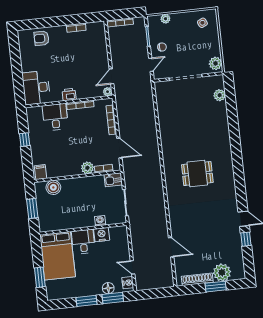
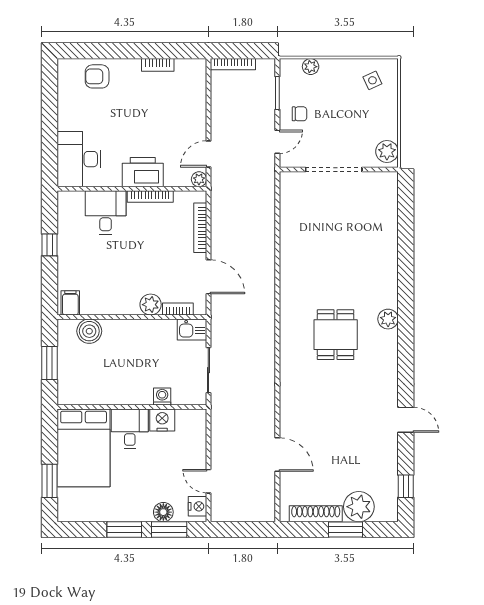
printer: (69, 95) -> (143, 172), width x1.87, depth x1.48
plant: (220, 95) -> (388, 319), moved
dining table: (197, 174) -> (336, 335), turned 90
window: (246, 239) -> (406, 486), moved

